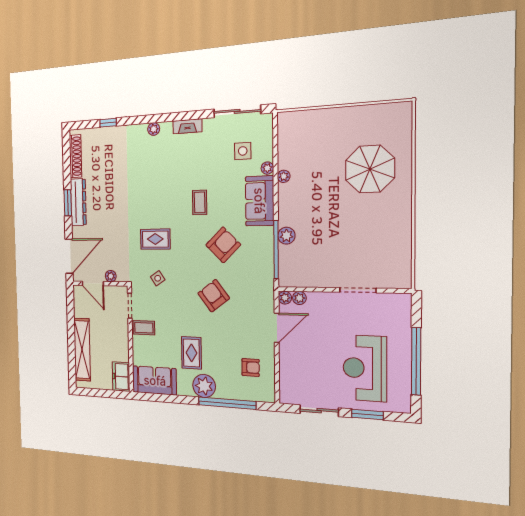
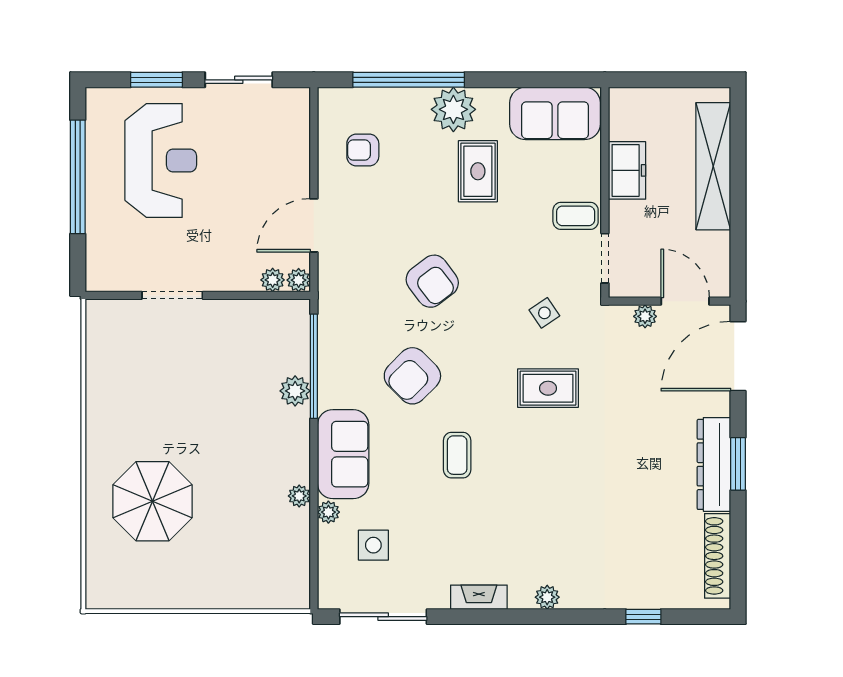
freezer: (121, 377) -> (627, 170), moved

